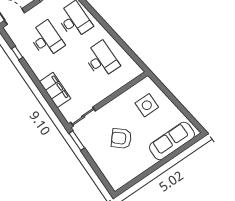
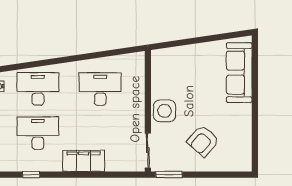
filing cabinet: (55, 90) -> (84, 161), moved
side table: (147, 105) -> (164, 111), moved
armchair: (121, 138) -> (203, 141), moved

